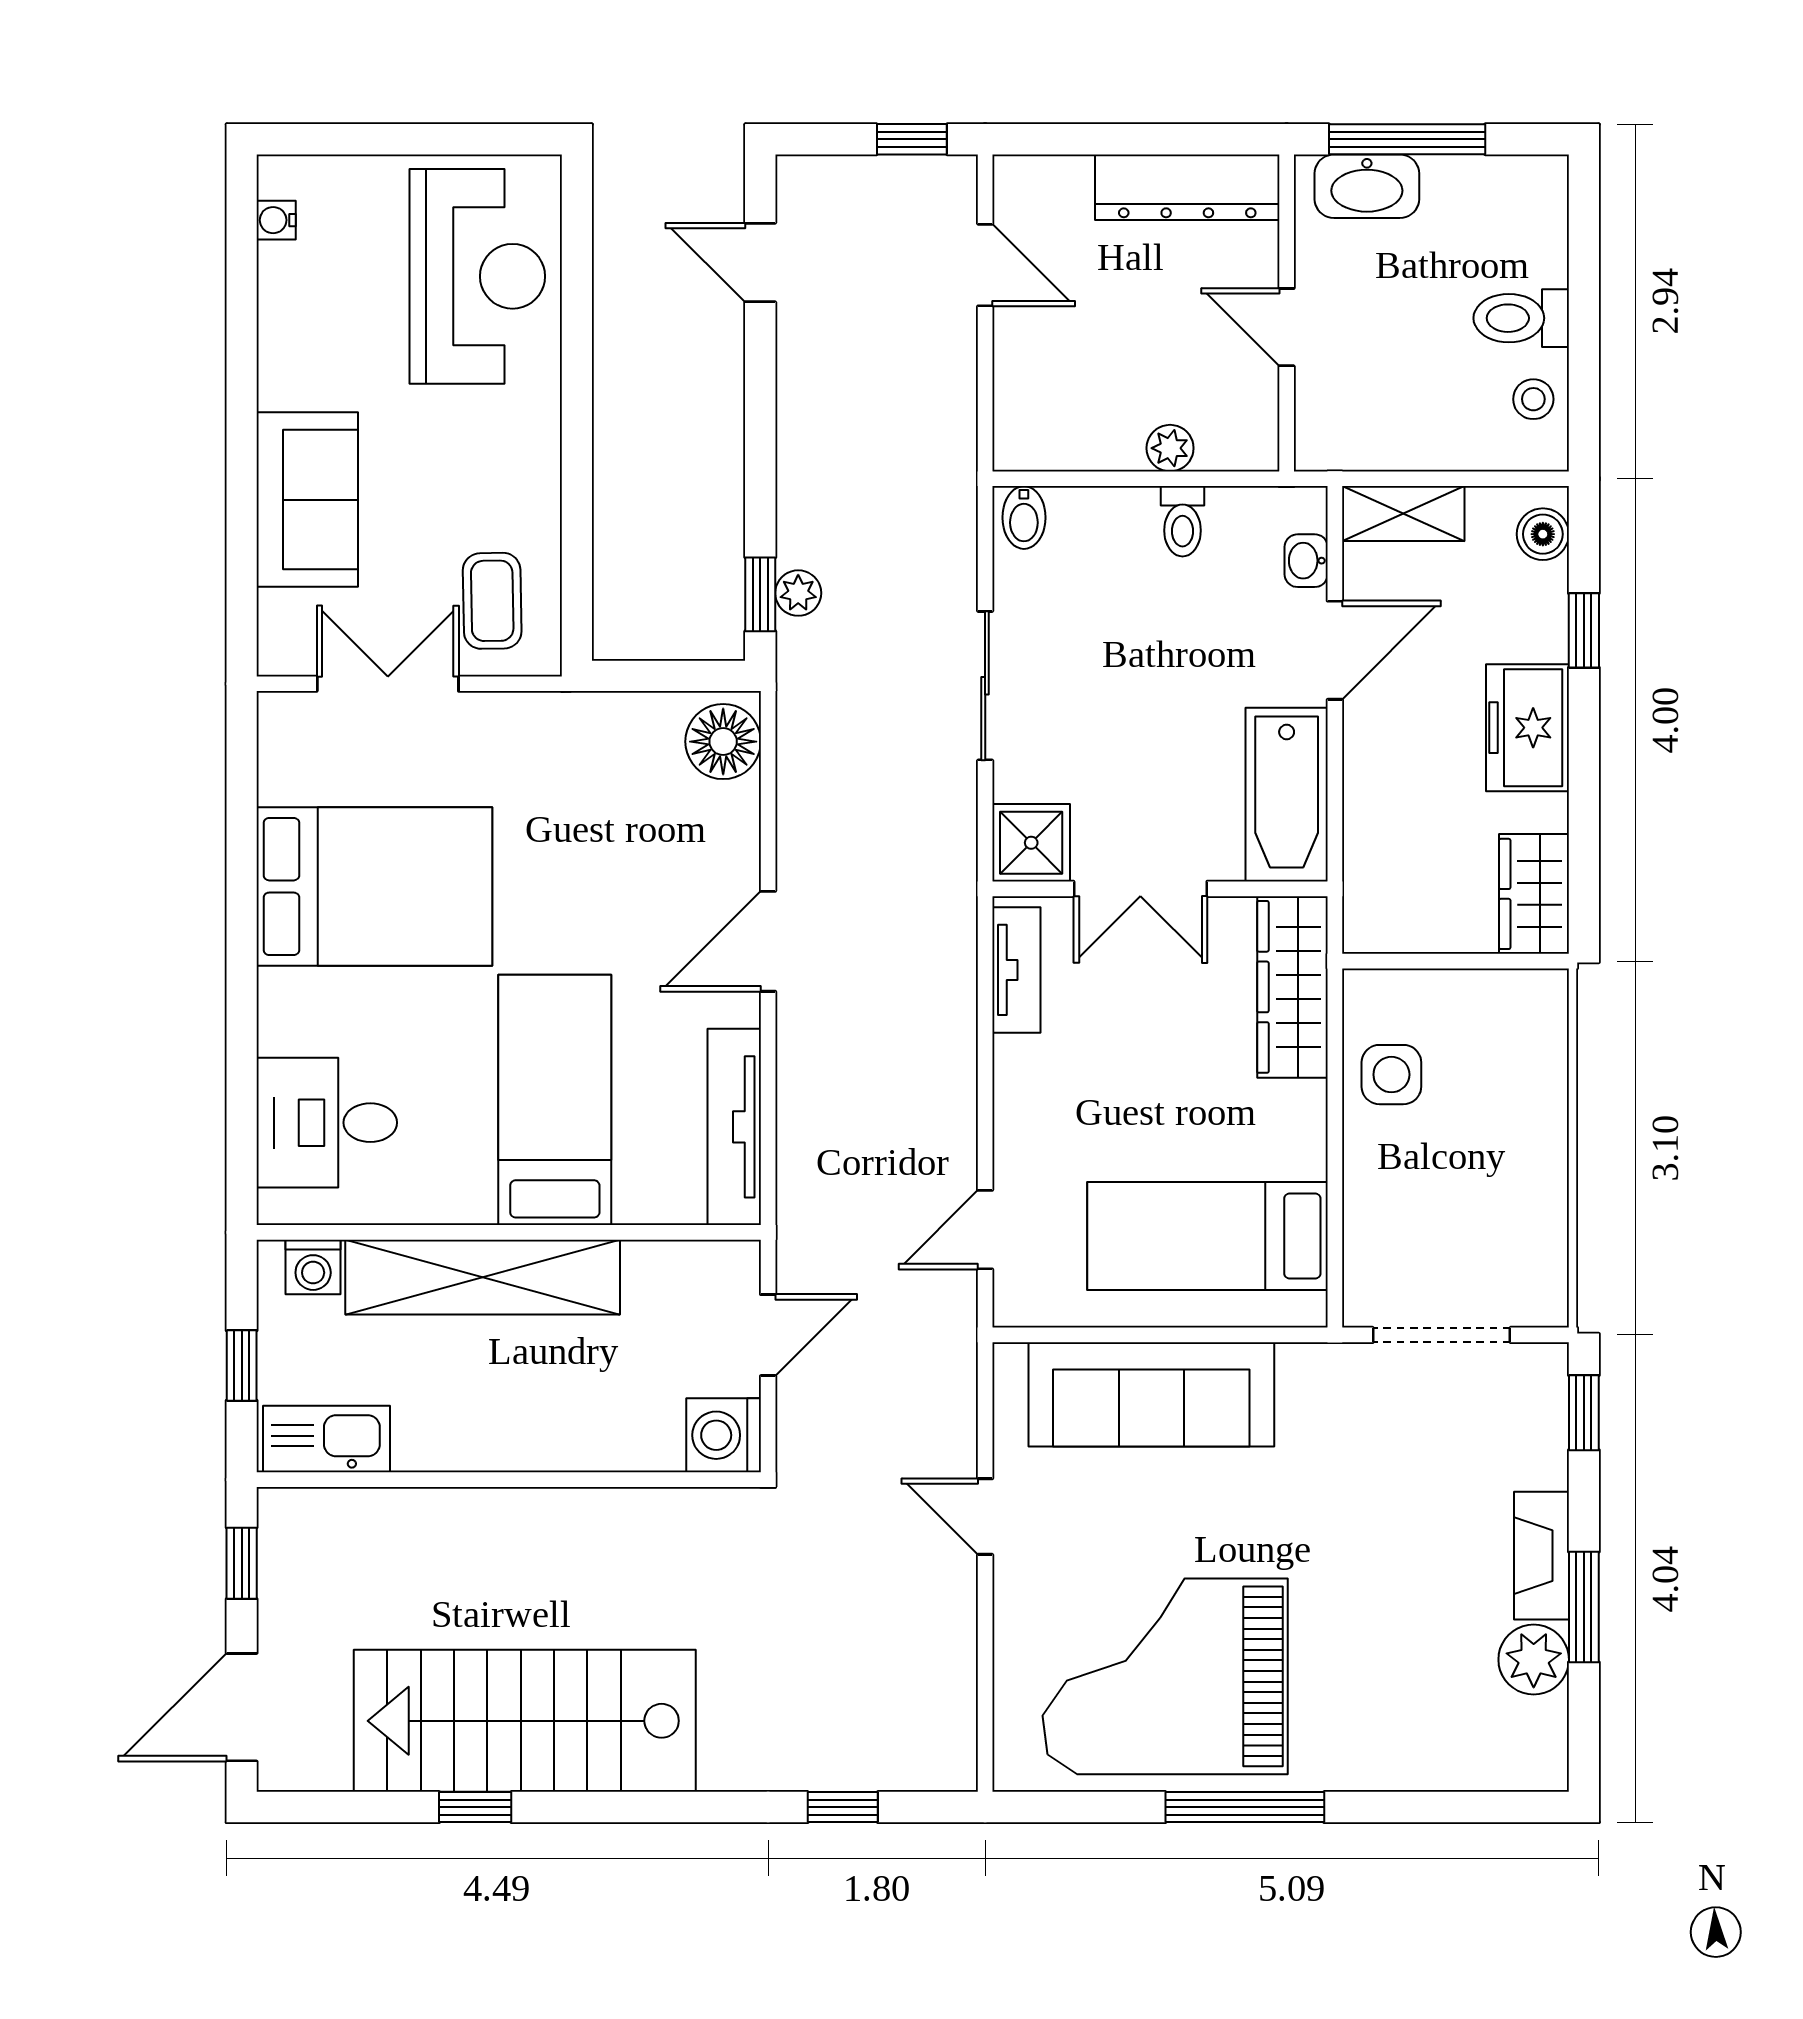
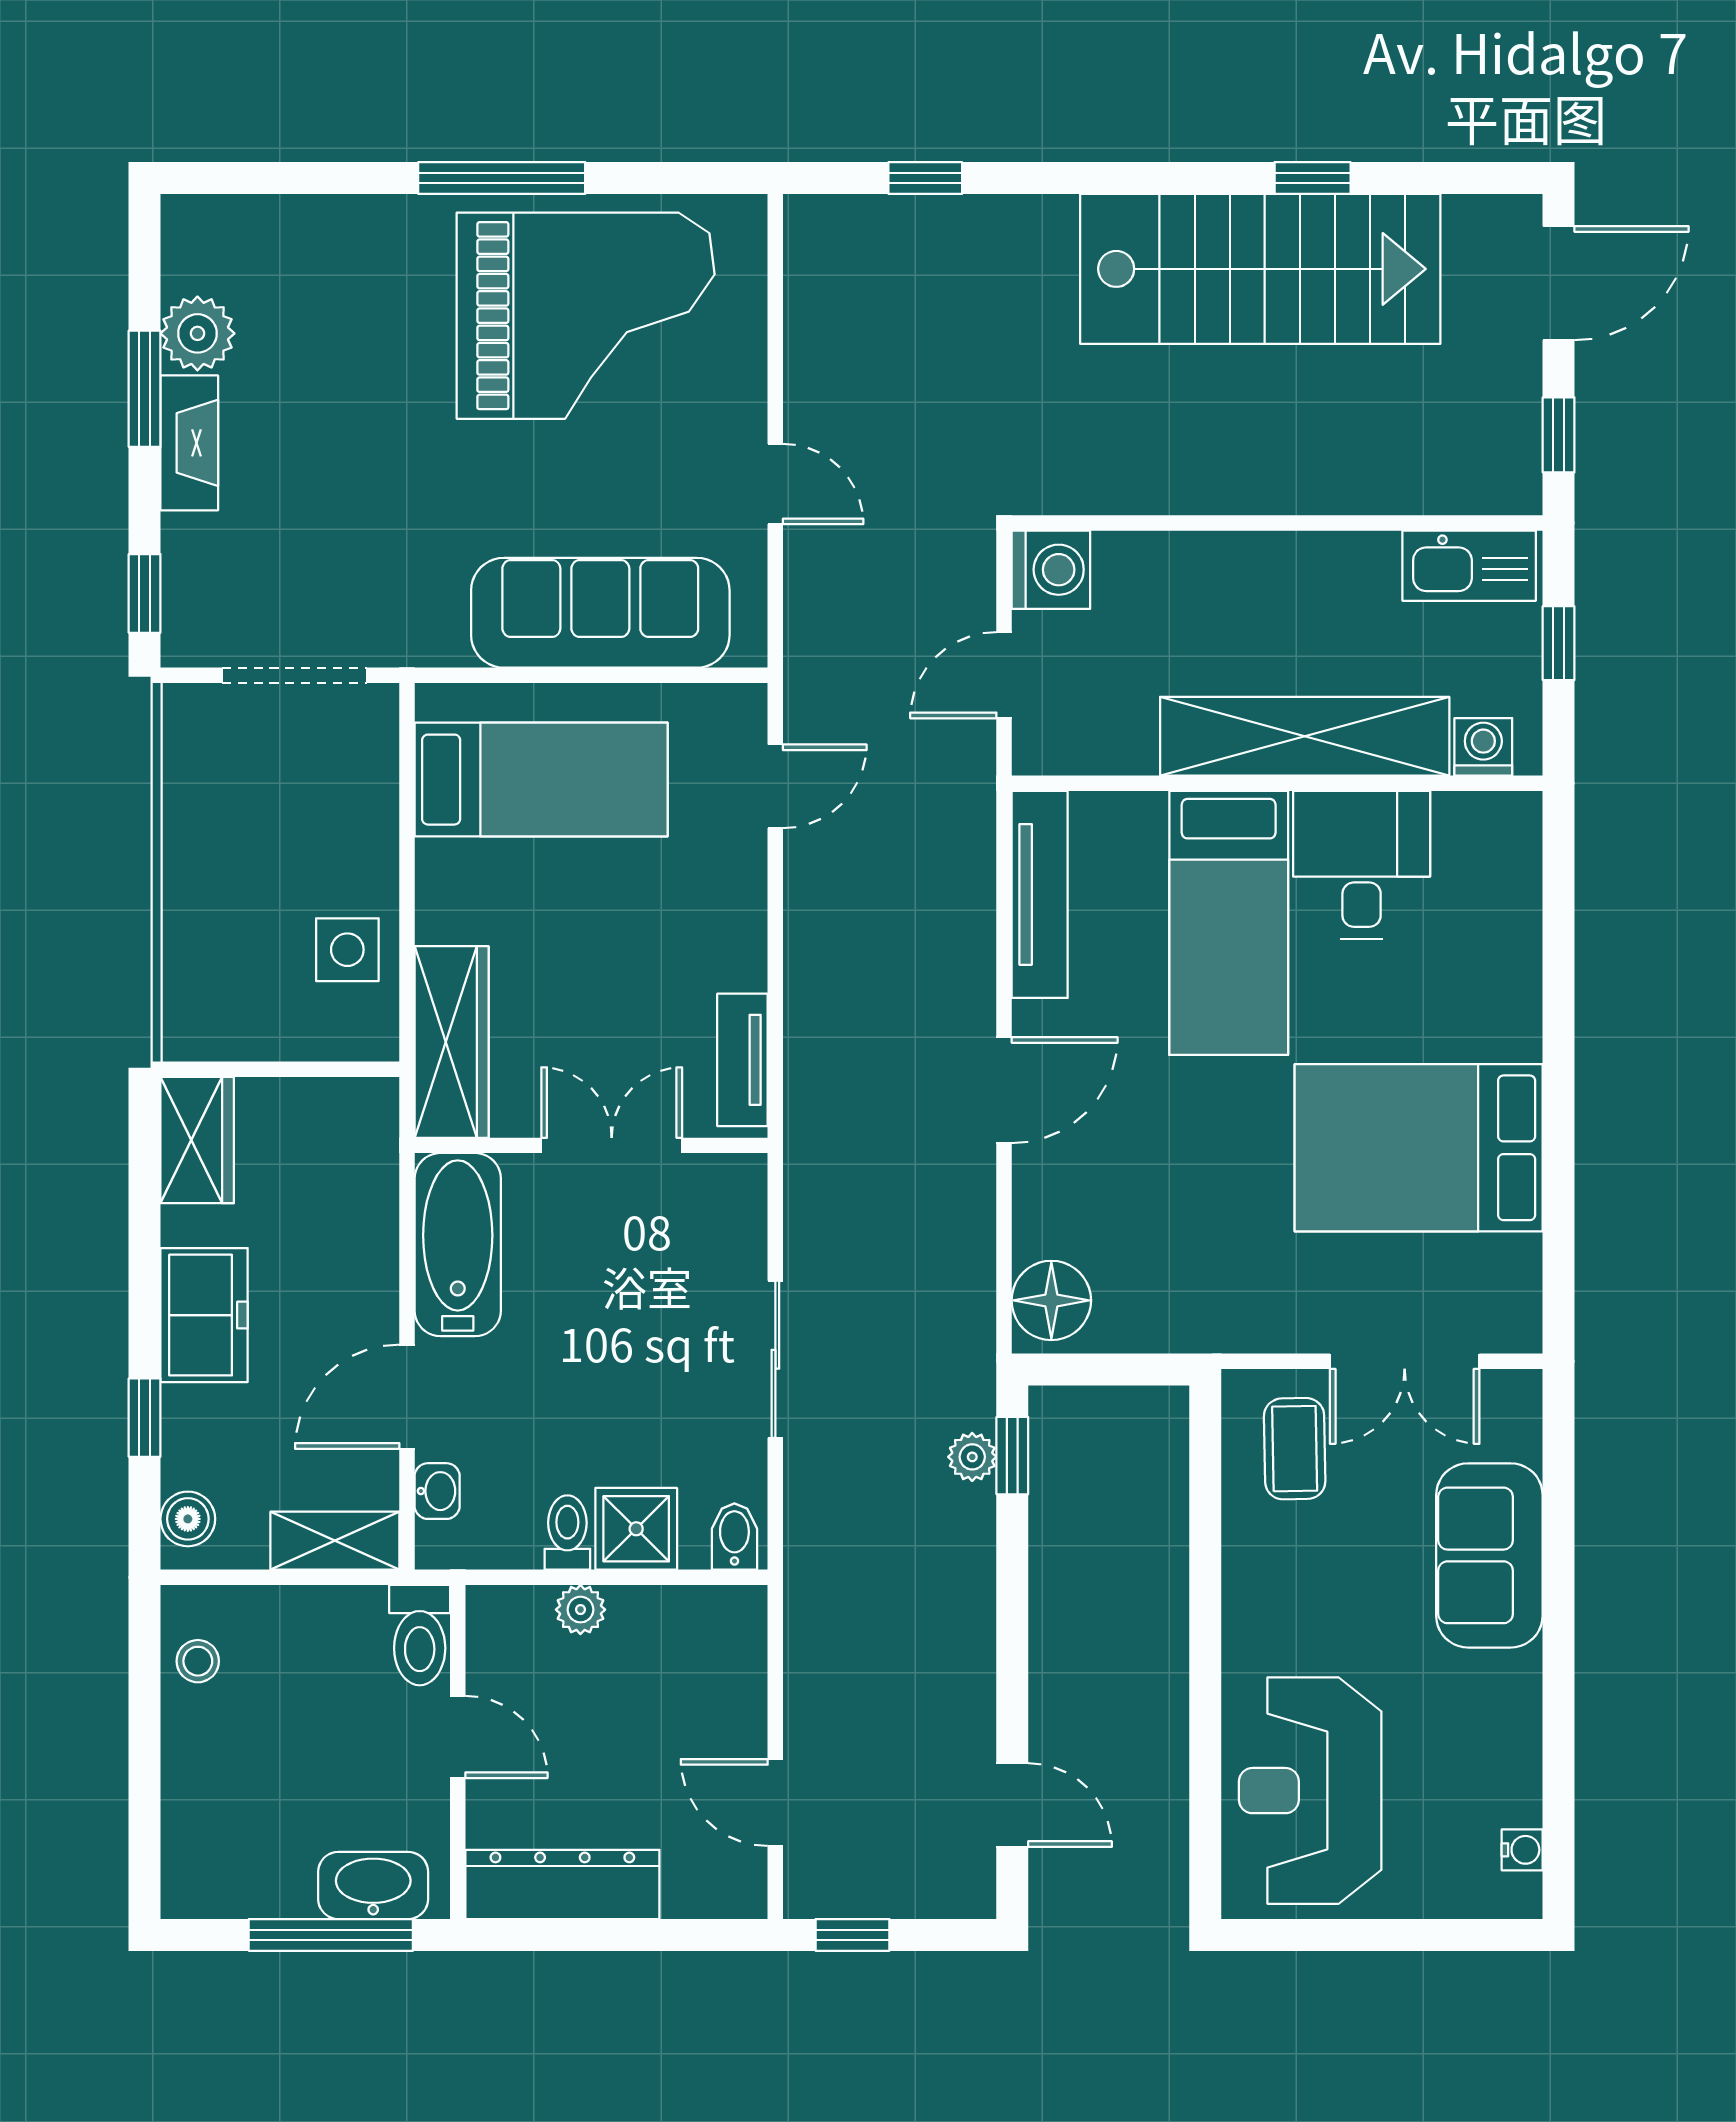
toilet: (1521, 318) -> (420, 1635), moved, turned 90
shower: (1031, 843) -> (636, 1529), moved
desk: (327, 1123) -> (1362, 865), moved, turned -90

